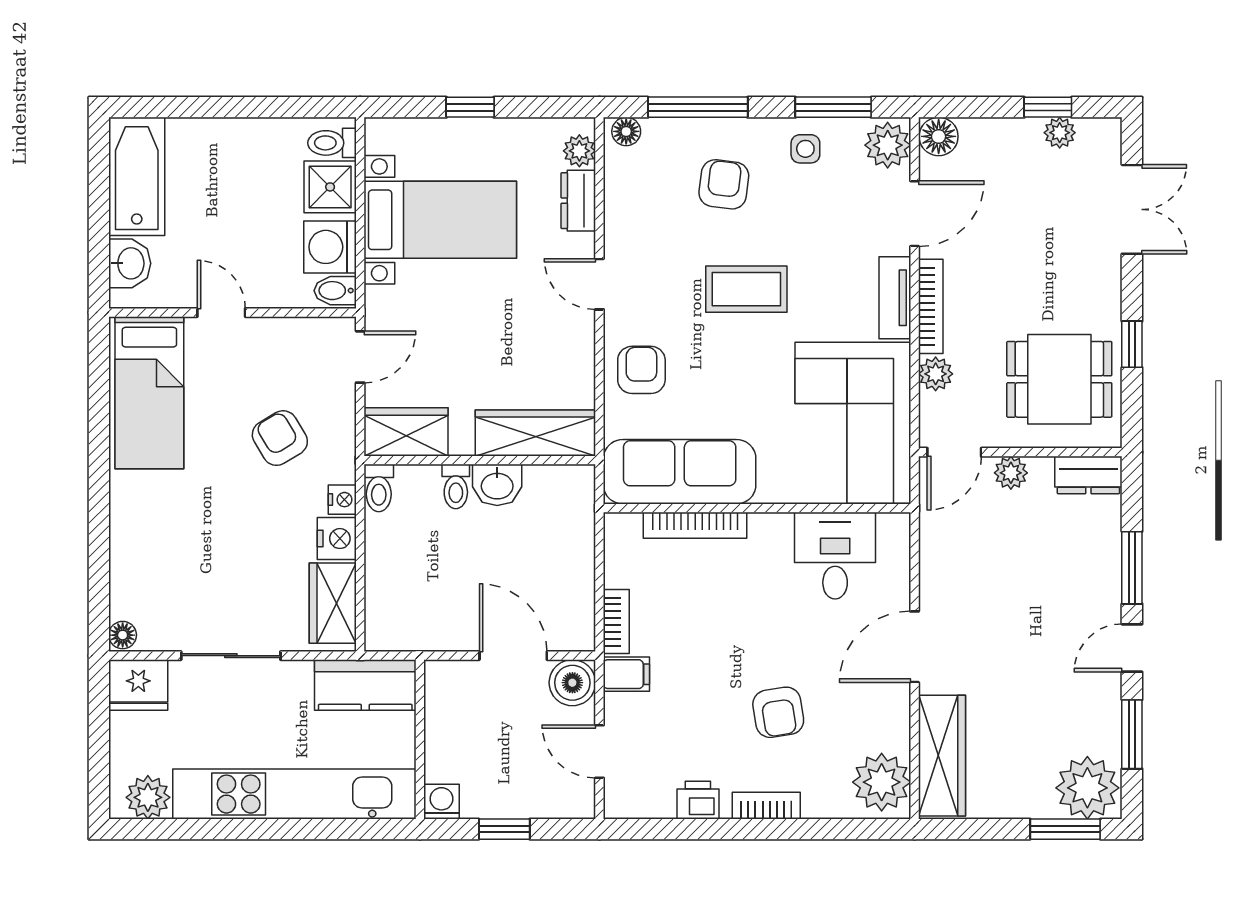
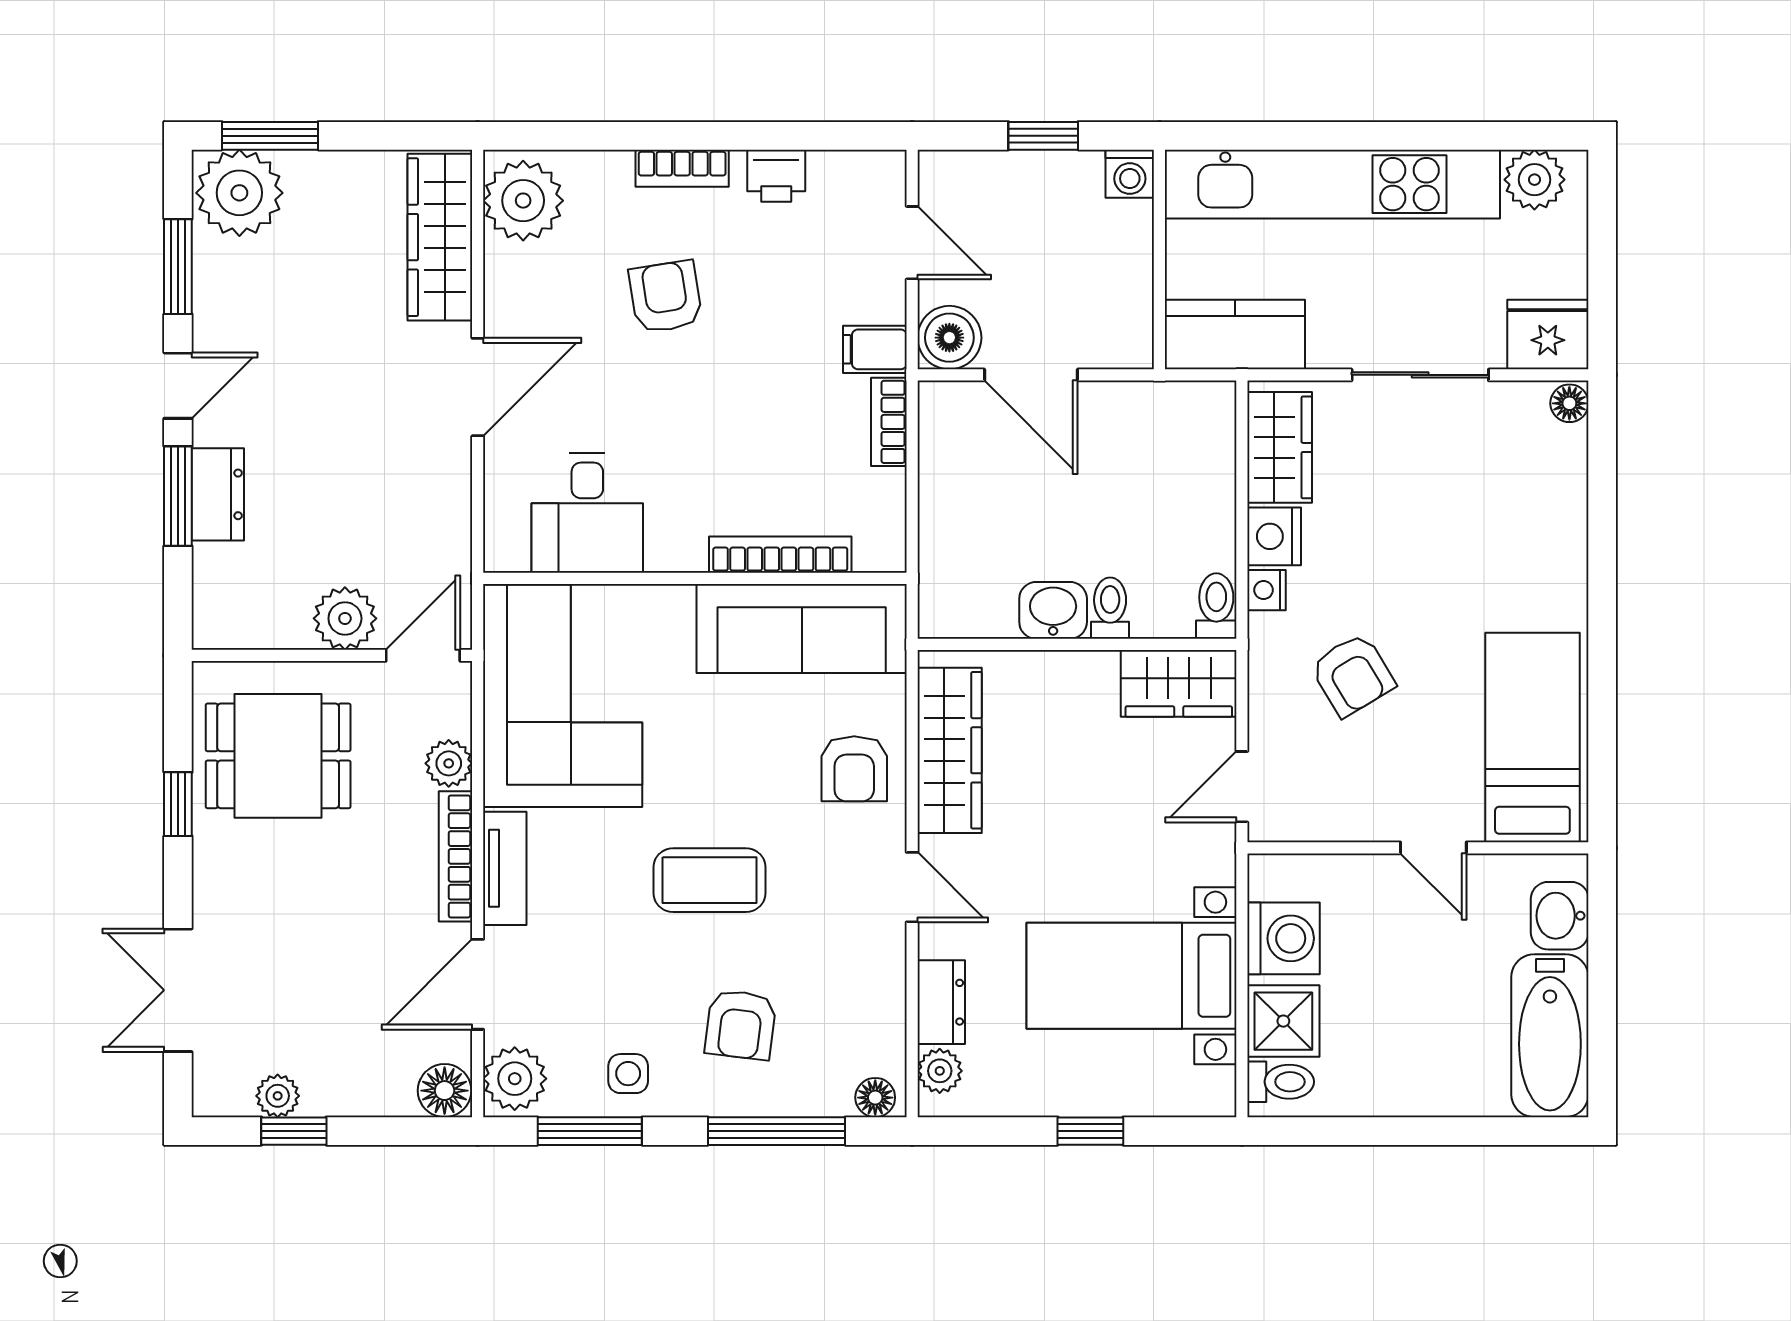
bidet: (335, 291) -> (1276, 878), removed
wardrobe: (535, 433) -> (950, 750), moved, turned -90
plant: (1011, 473) -> (345, 618), width x1.38, depth x1.38
dresser: (1088, 475) -> (218, 494), moved, turned 90

